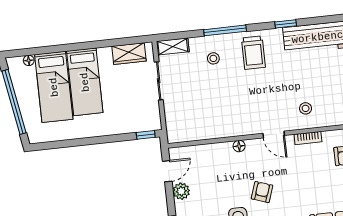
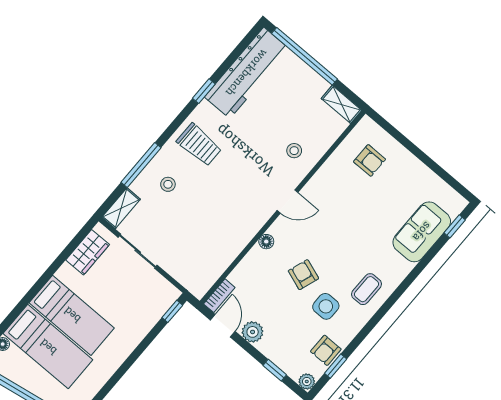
window: (225, 30) -> (141, 165), moved
bookcase: (308, 138) -> (219, 296), moved
armchair: (262, 192) -> (303, 275), moved

